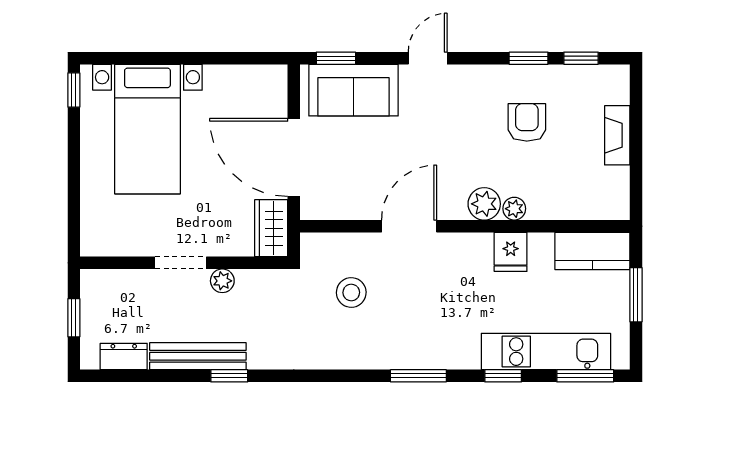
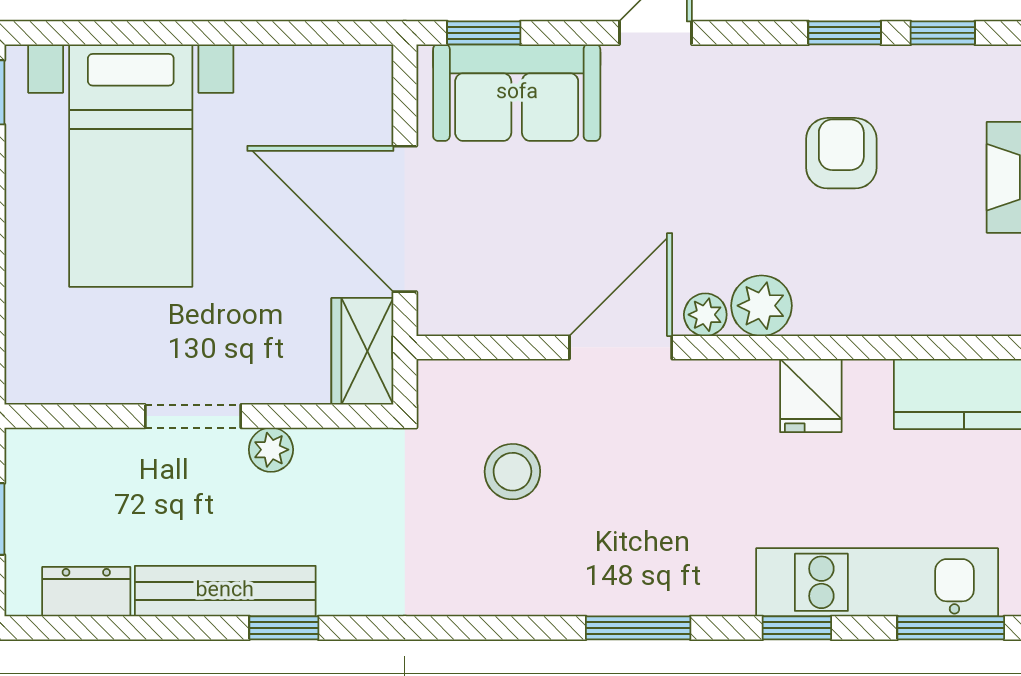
plant: (514, 209) -> (705, 315), moved

